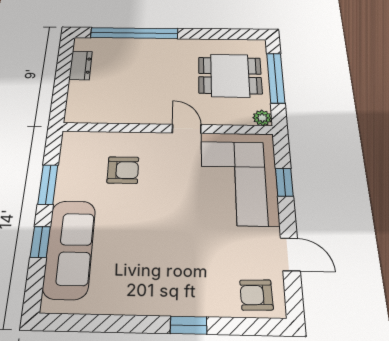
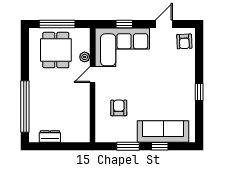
plant: (262, 118) -> (85, 57), moved
window: (189, 325) -> (199, 92), moved

